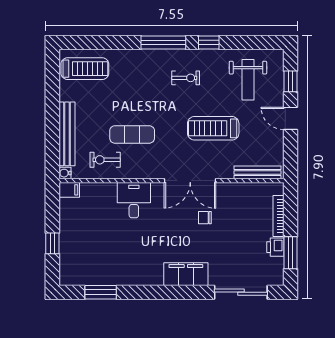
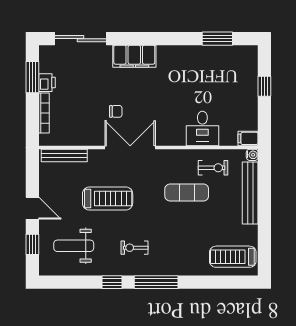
weight bench: (248, 80) -> (74, 246), turned -90
desk: (134, 200) -> (202, 128), moved

